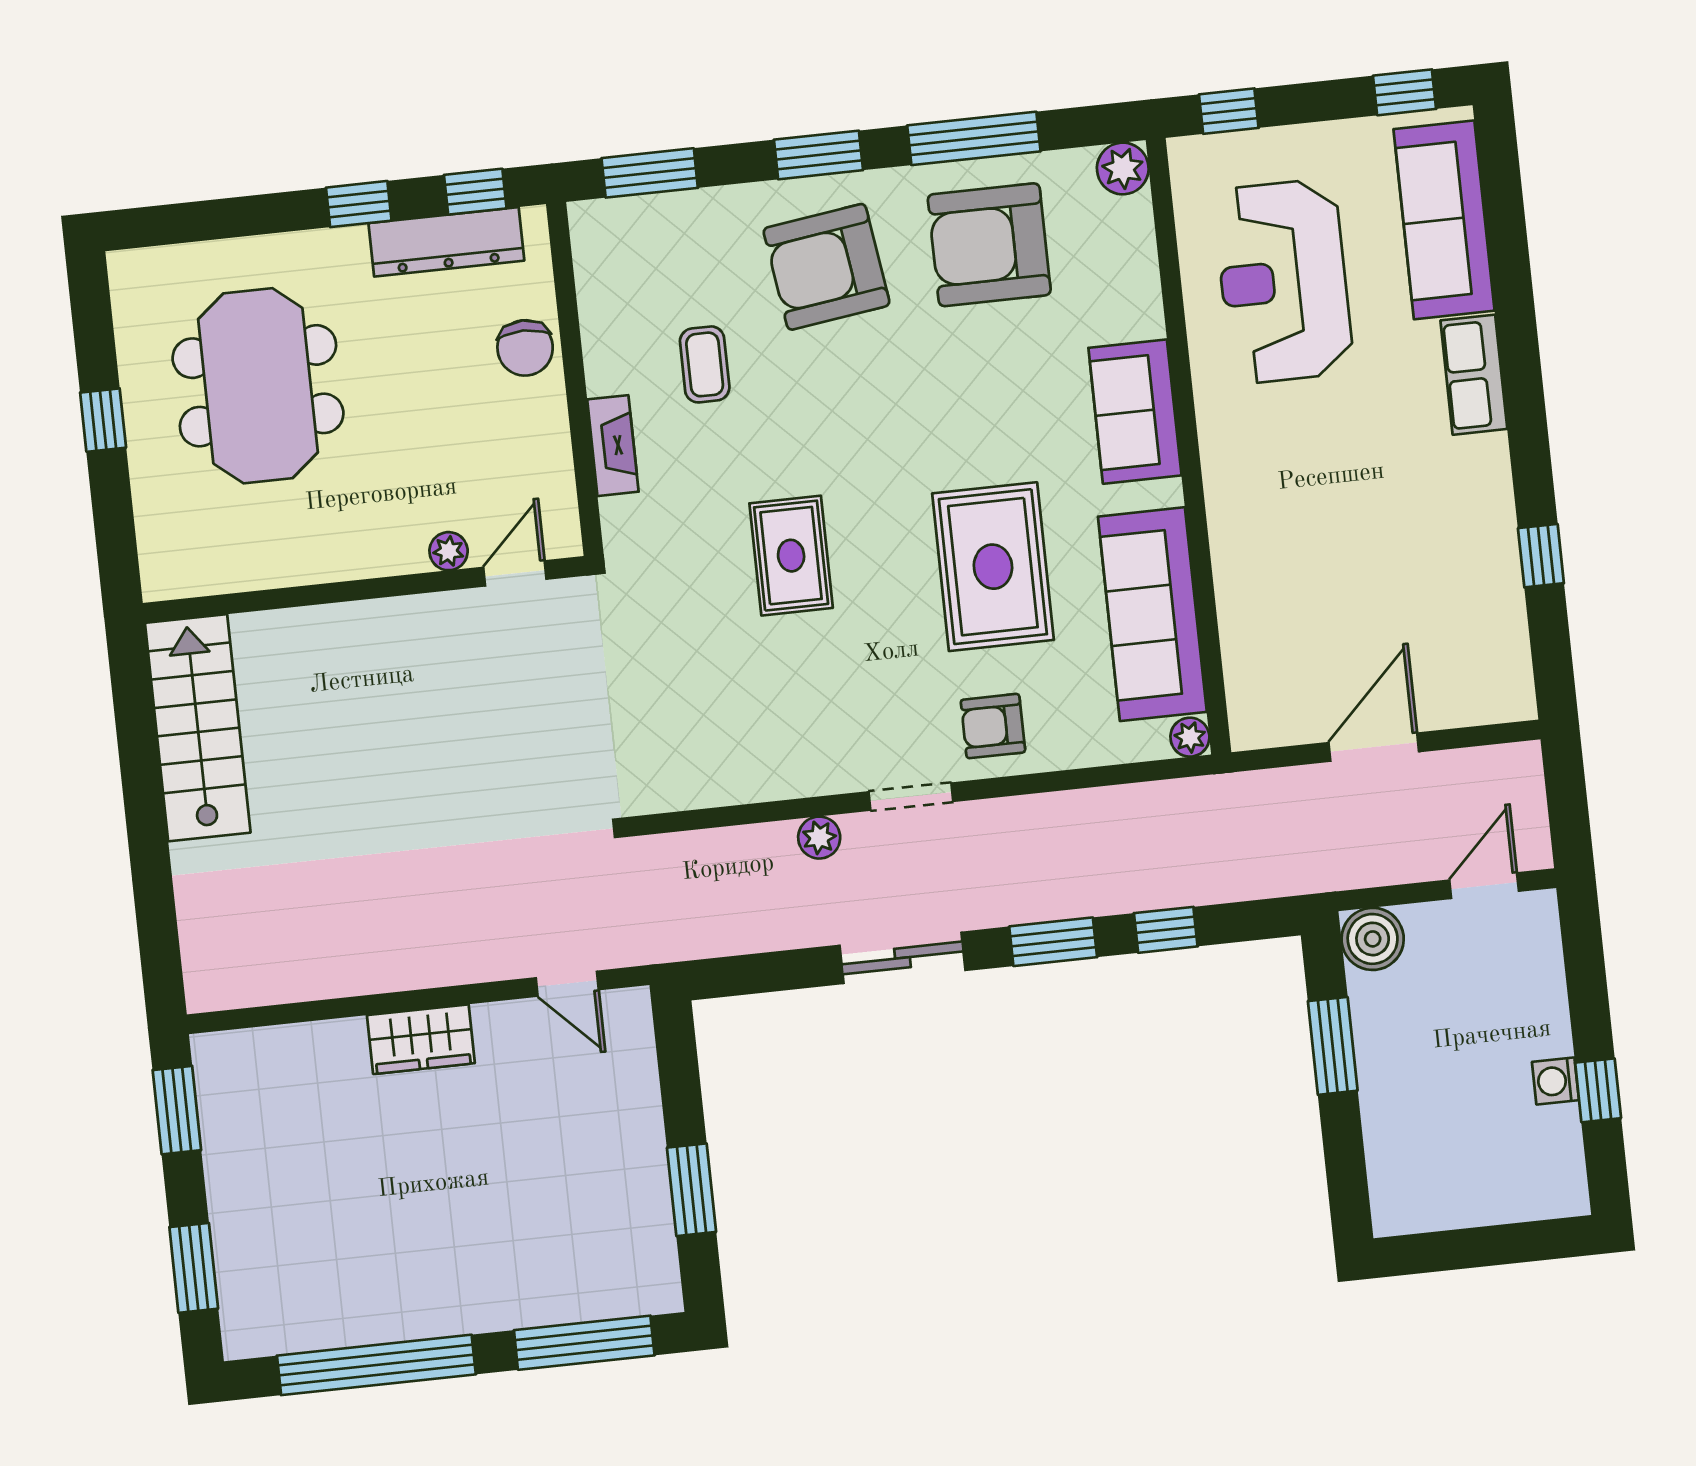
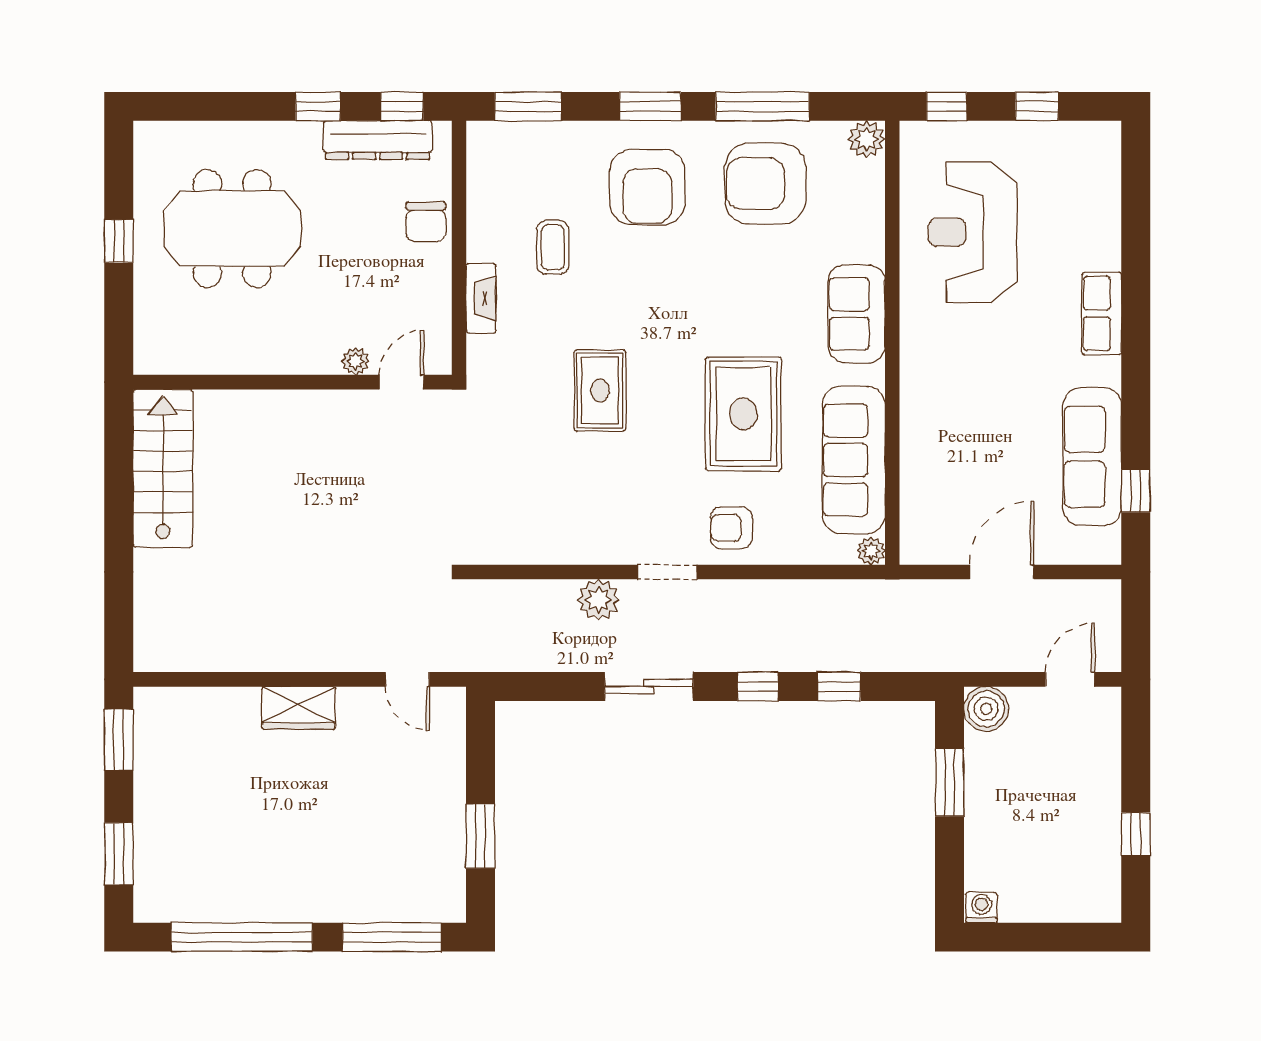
window: (1405, 92) -> (1037, 106), moved
sofa: (1444, 220) -> (1092, 457), moved
armchair: (826, 267) -> (647, 187), turned -82
meeting table: (258, 386) -> (232, 229), turned 90
window: (1541, 556) -> (1136, 491), moved
plant: (819, 838) -> (599, 600), width x1.38, depth x1.38
window: (1053, 942) -> (758, 687), width x0.67
washing machine: (1555, 1081) -> (981, 907), moved, turned 90

